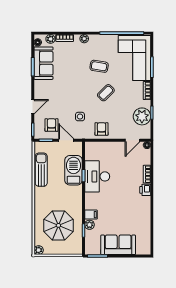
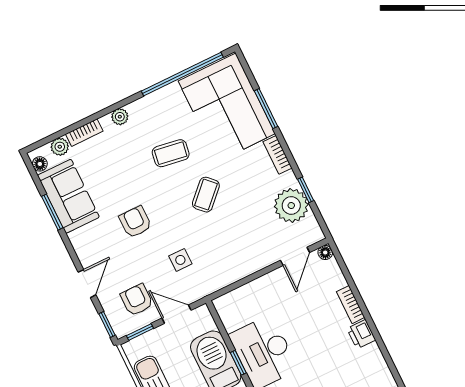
armchair: (102, 129) -> (135, 222), moved

